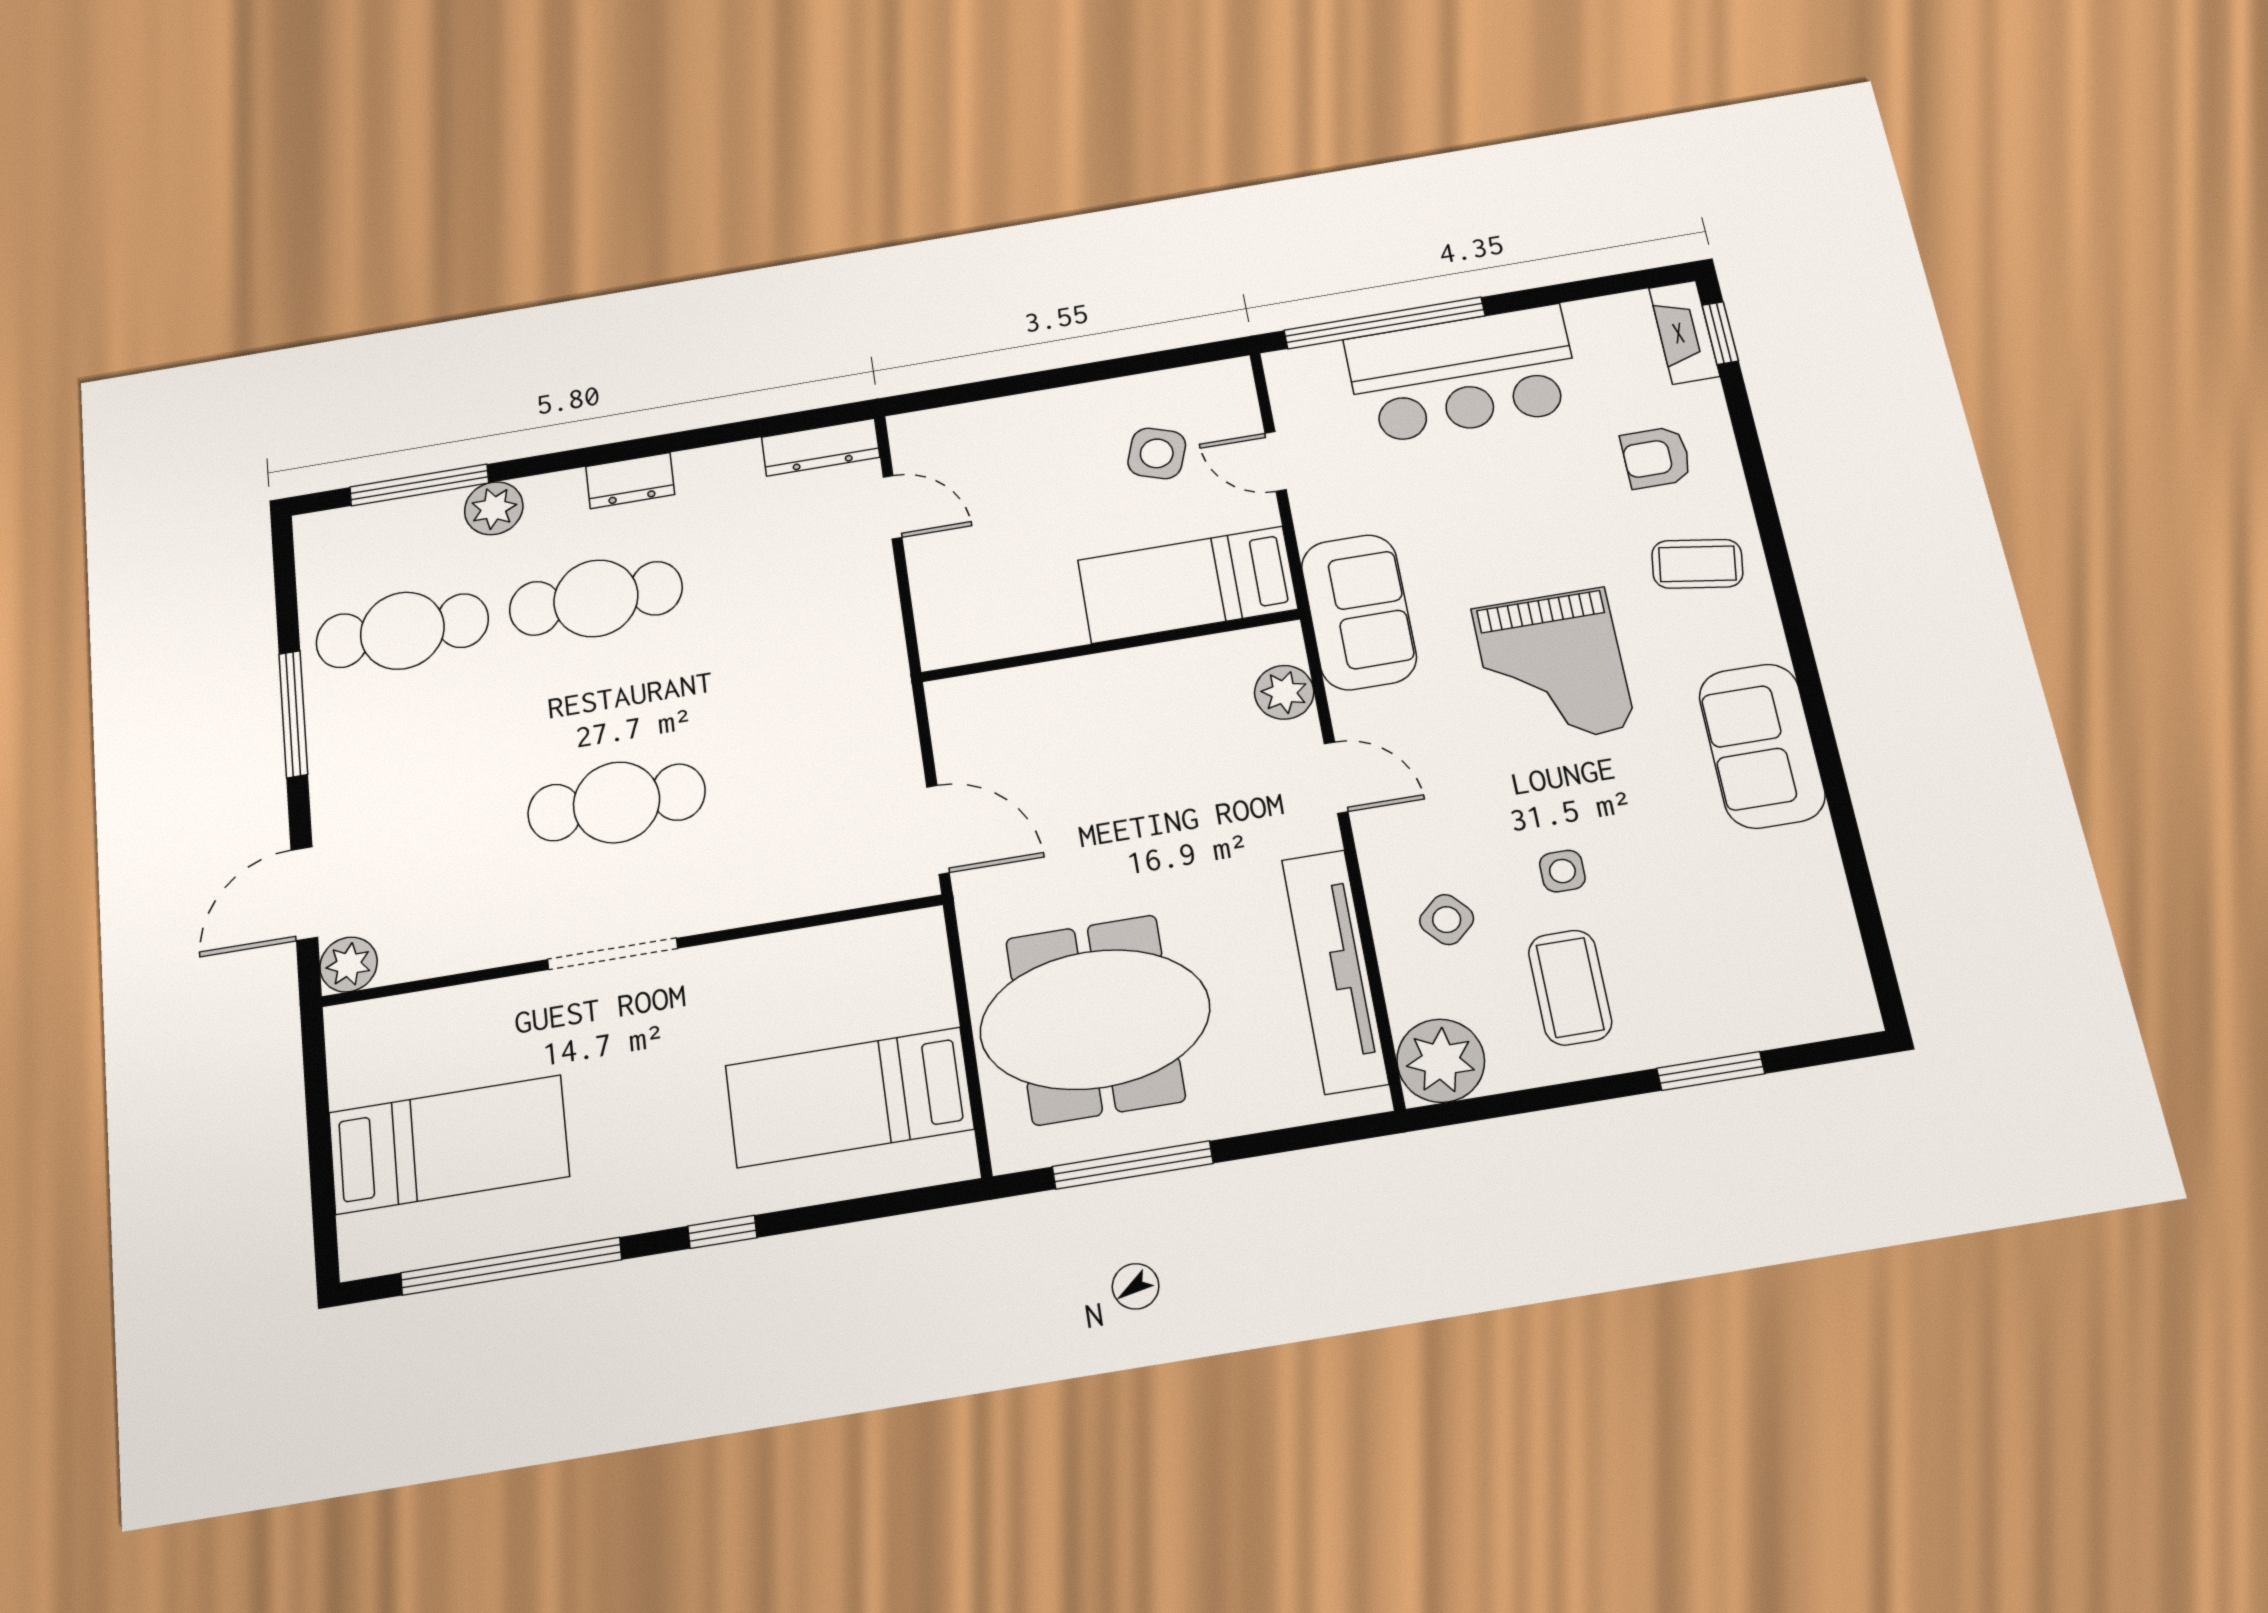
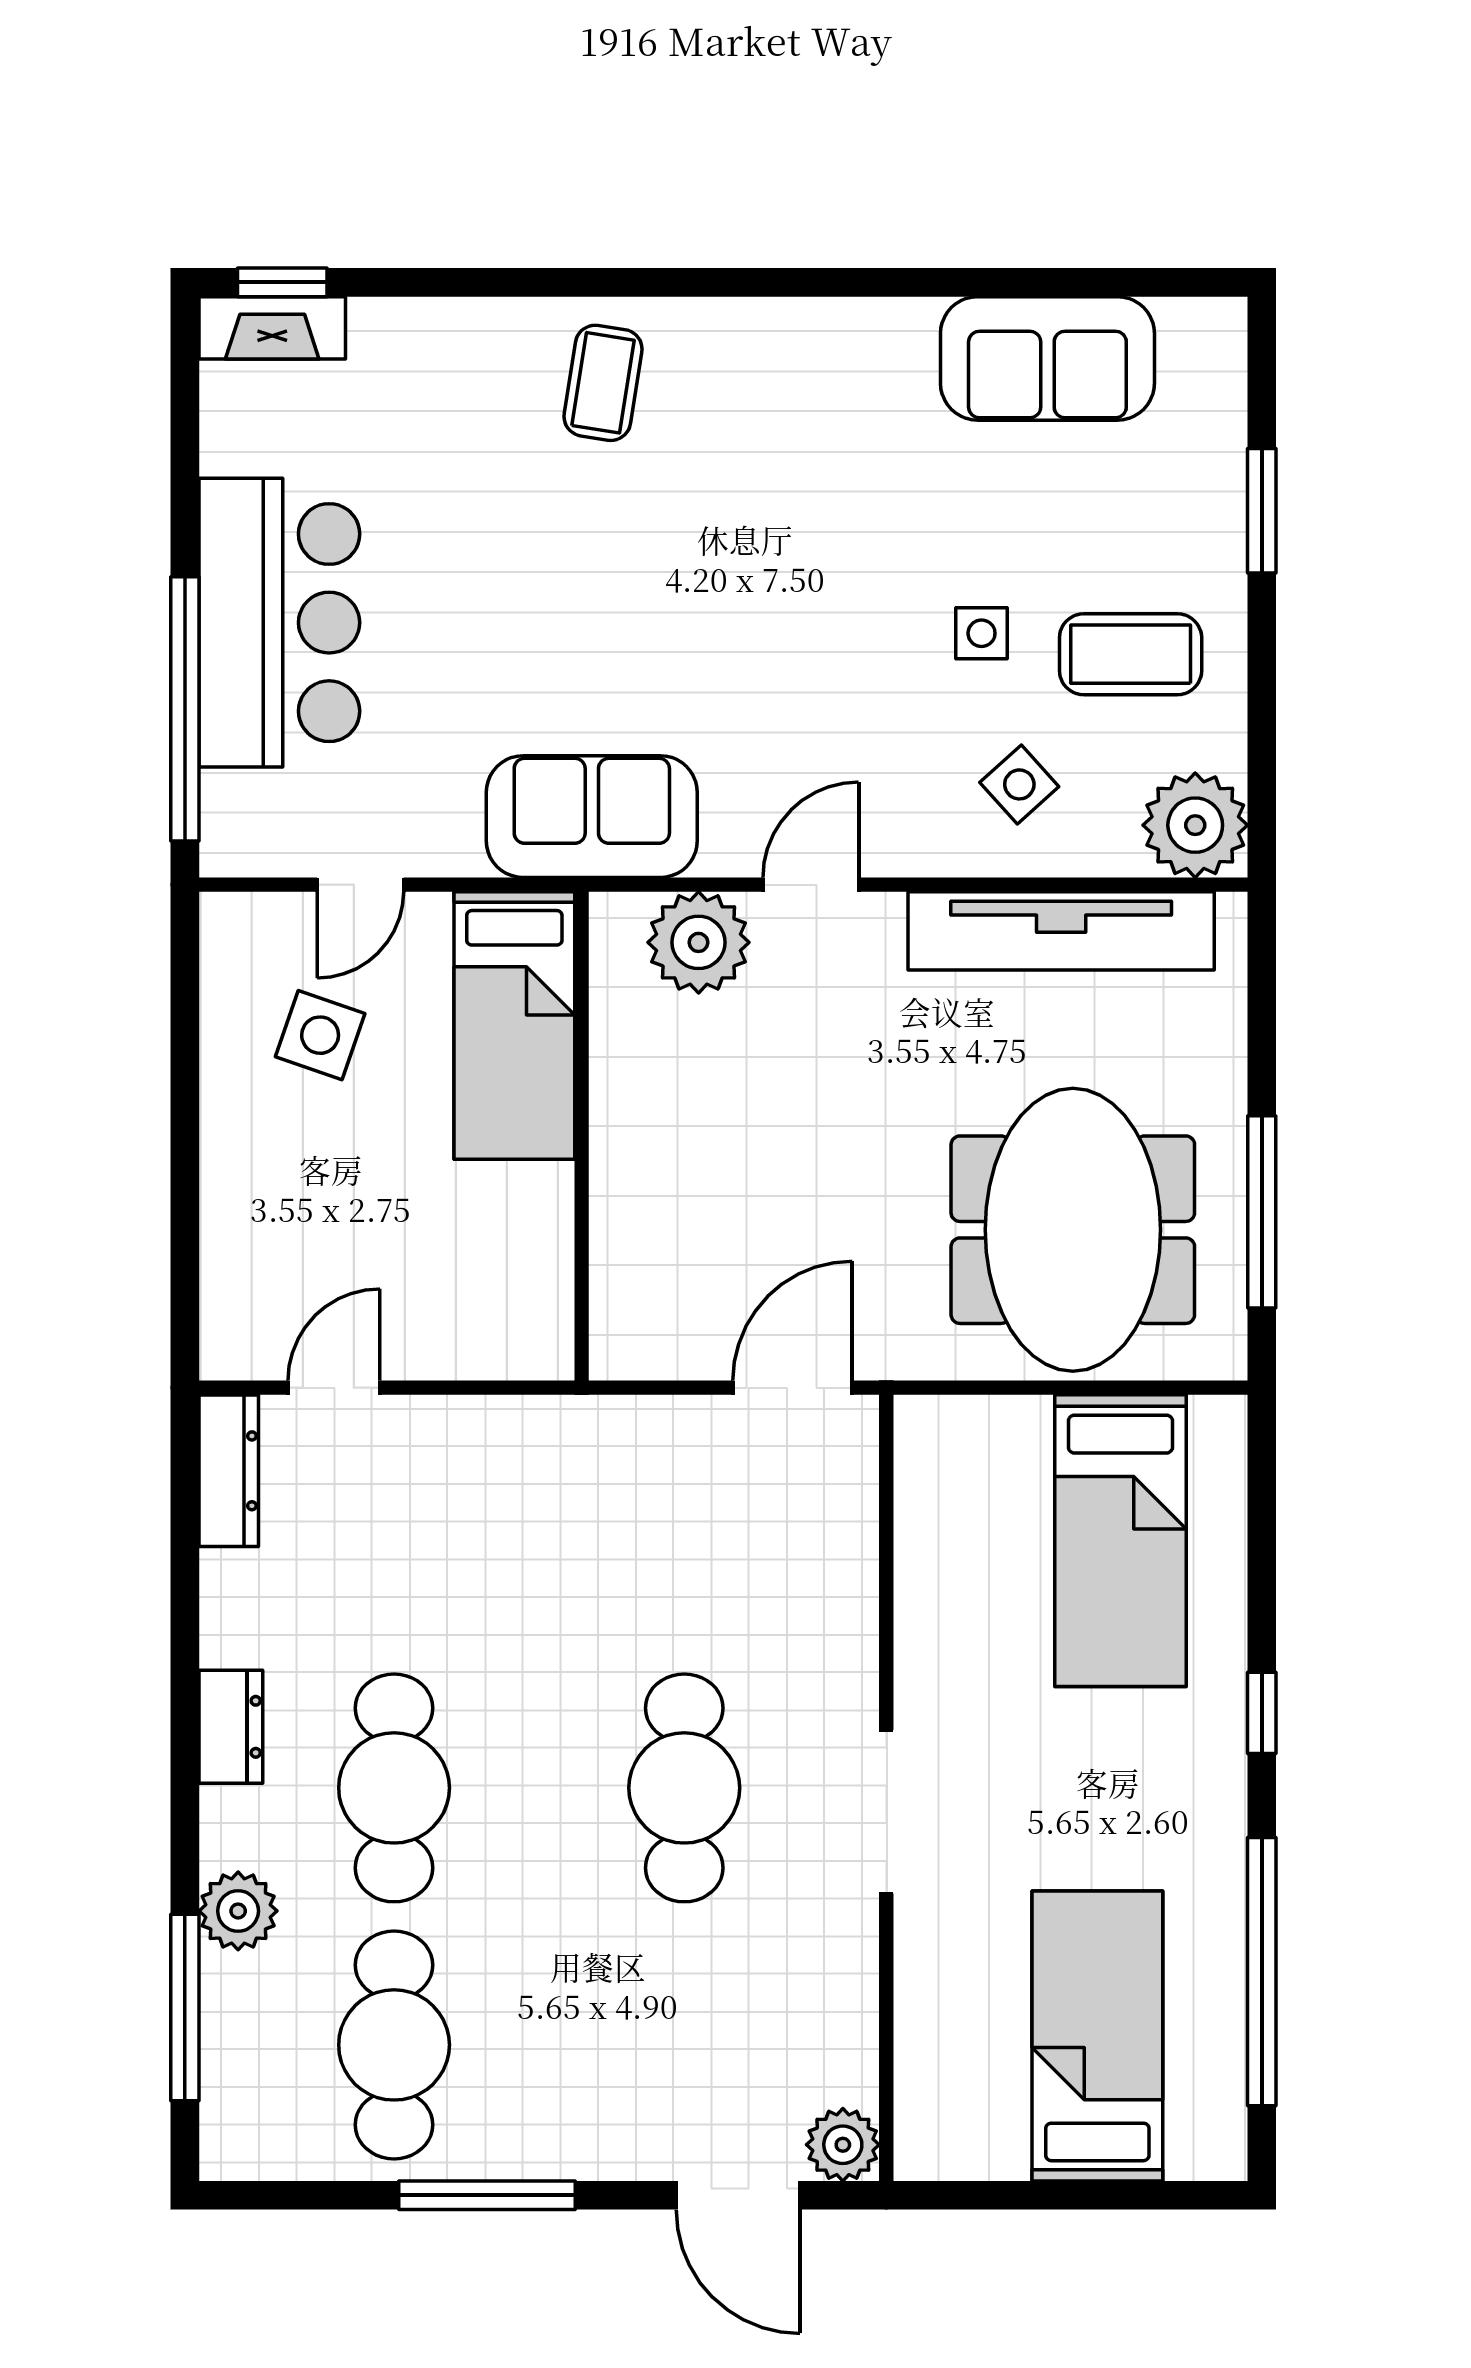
armchair: (1656, 458) -> (445, 402), removed
grand piano: (1553, 668) -> (712, 590), removed
plant: (1284, 692) -> (699, 942), width x1.36, depth x1.36
sofa: (1762, 746) -> (1047, 358), moved

